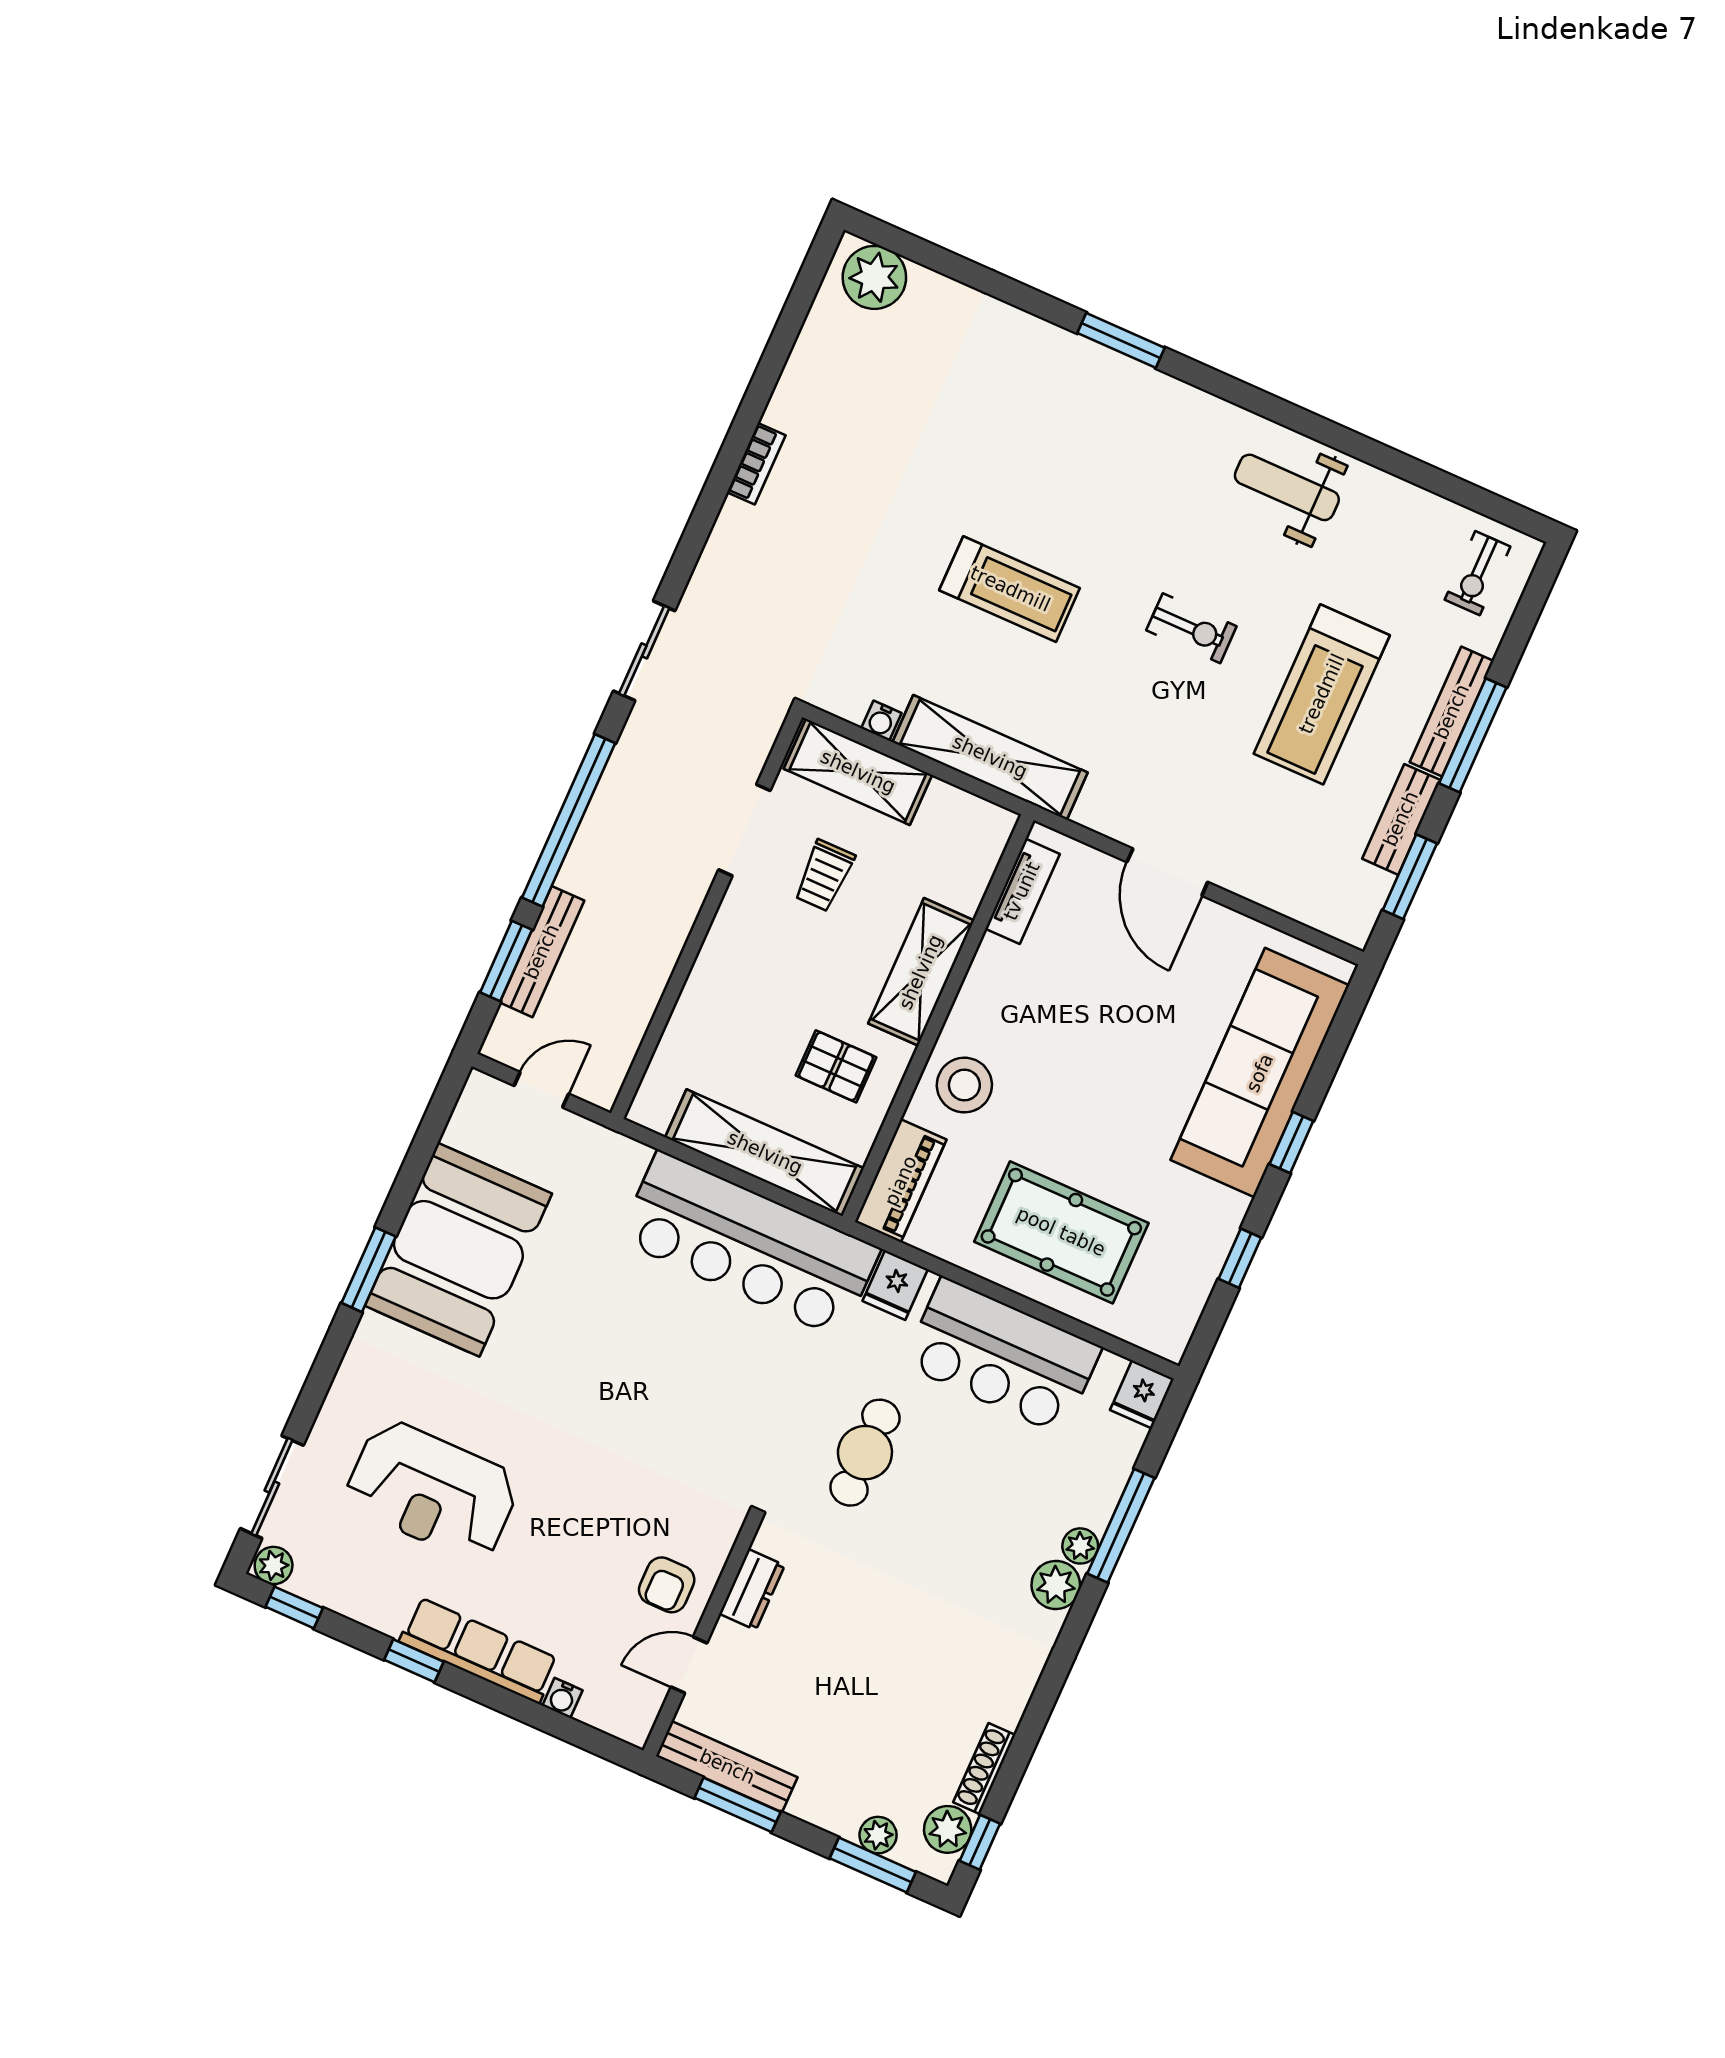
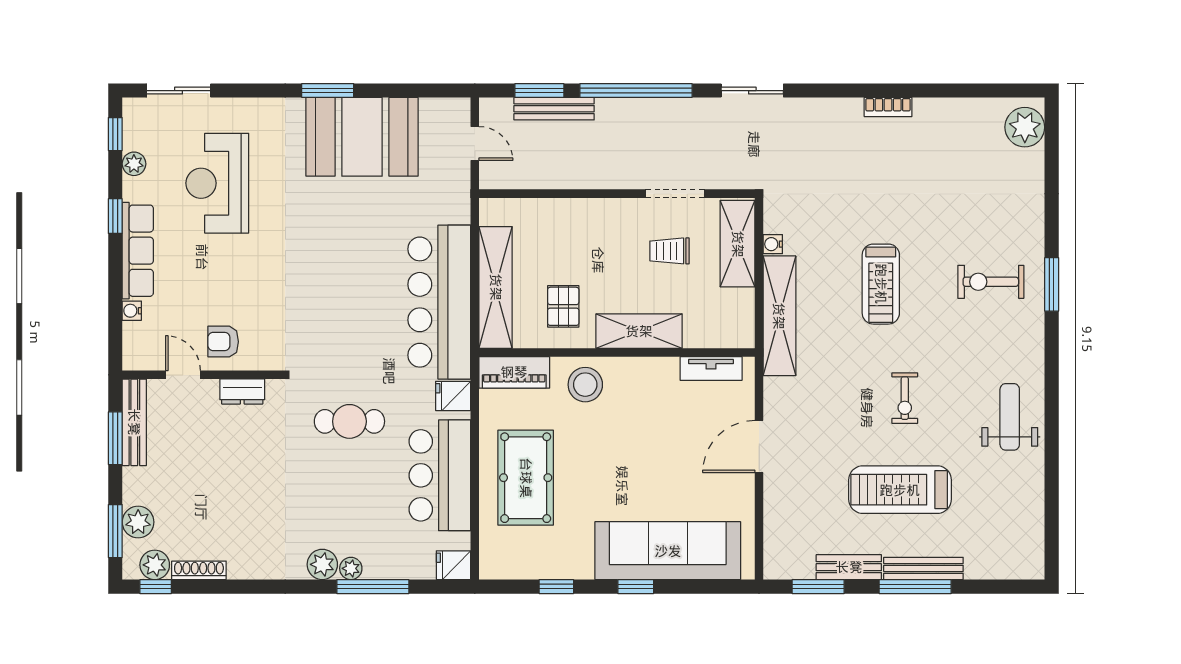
exercise bike: (1478, 573) -> (991, 282), moved, width x1.38, depth x1.39
plant: (274, 1565) -> (134, 164), moved
plant: (878, 1835) -> (138, 522), width x1.38, depth x1.38

